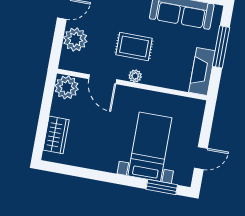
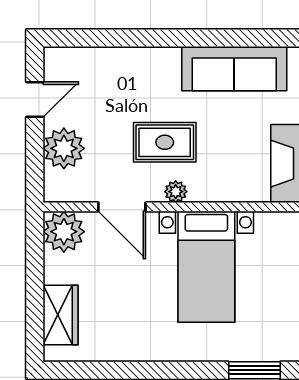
bed with nightstands: (150, 147) -> (206, 267), moved, turned 180

